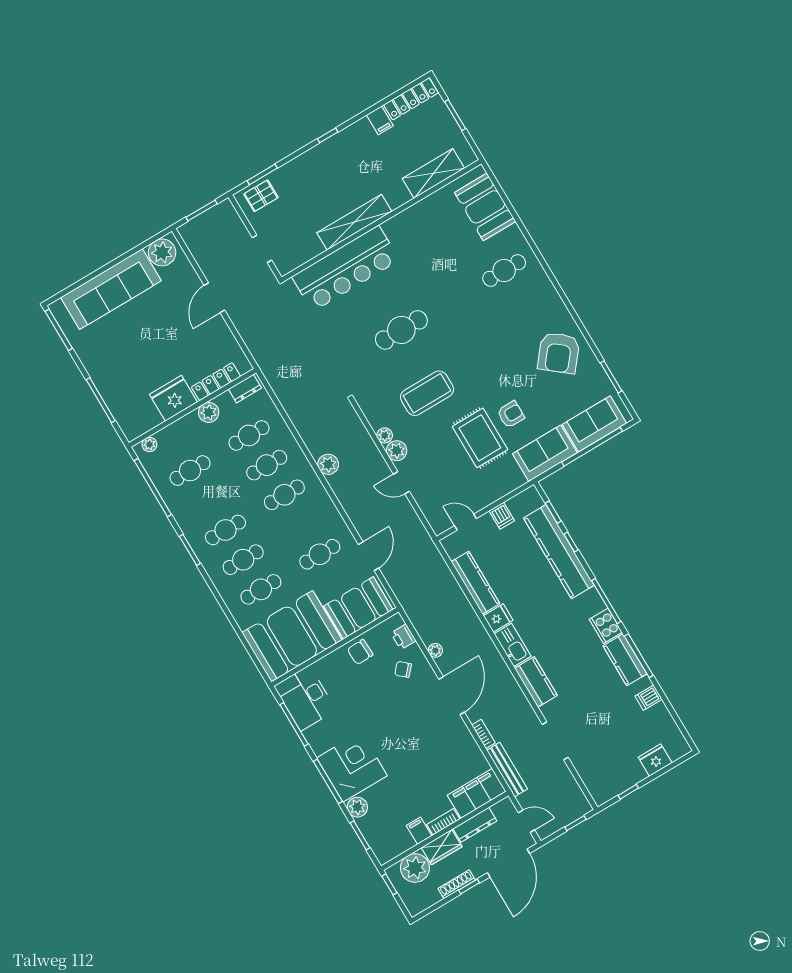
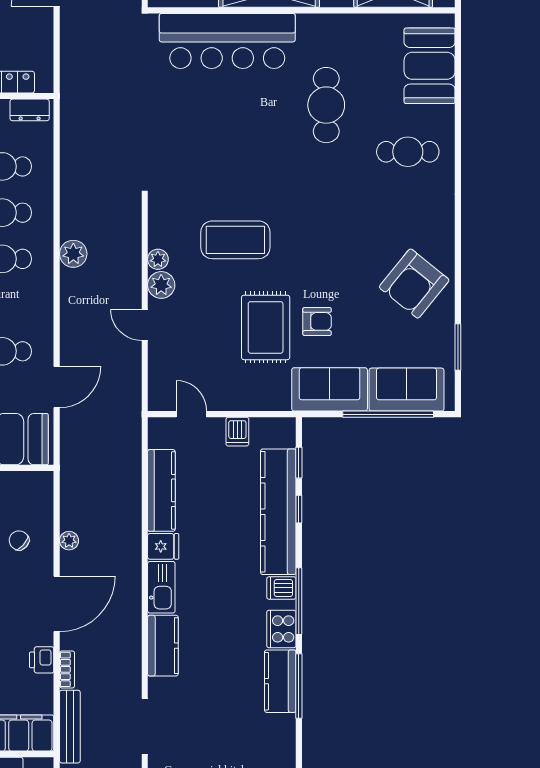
cafe table: (401, 330) -> (326, 105), moved, turned 90
printer: (403, 637) -> (42, 660), moved
dishwasher: (649, 698) -> (281, 588), moved

